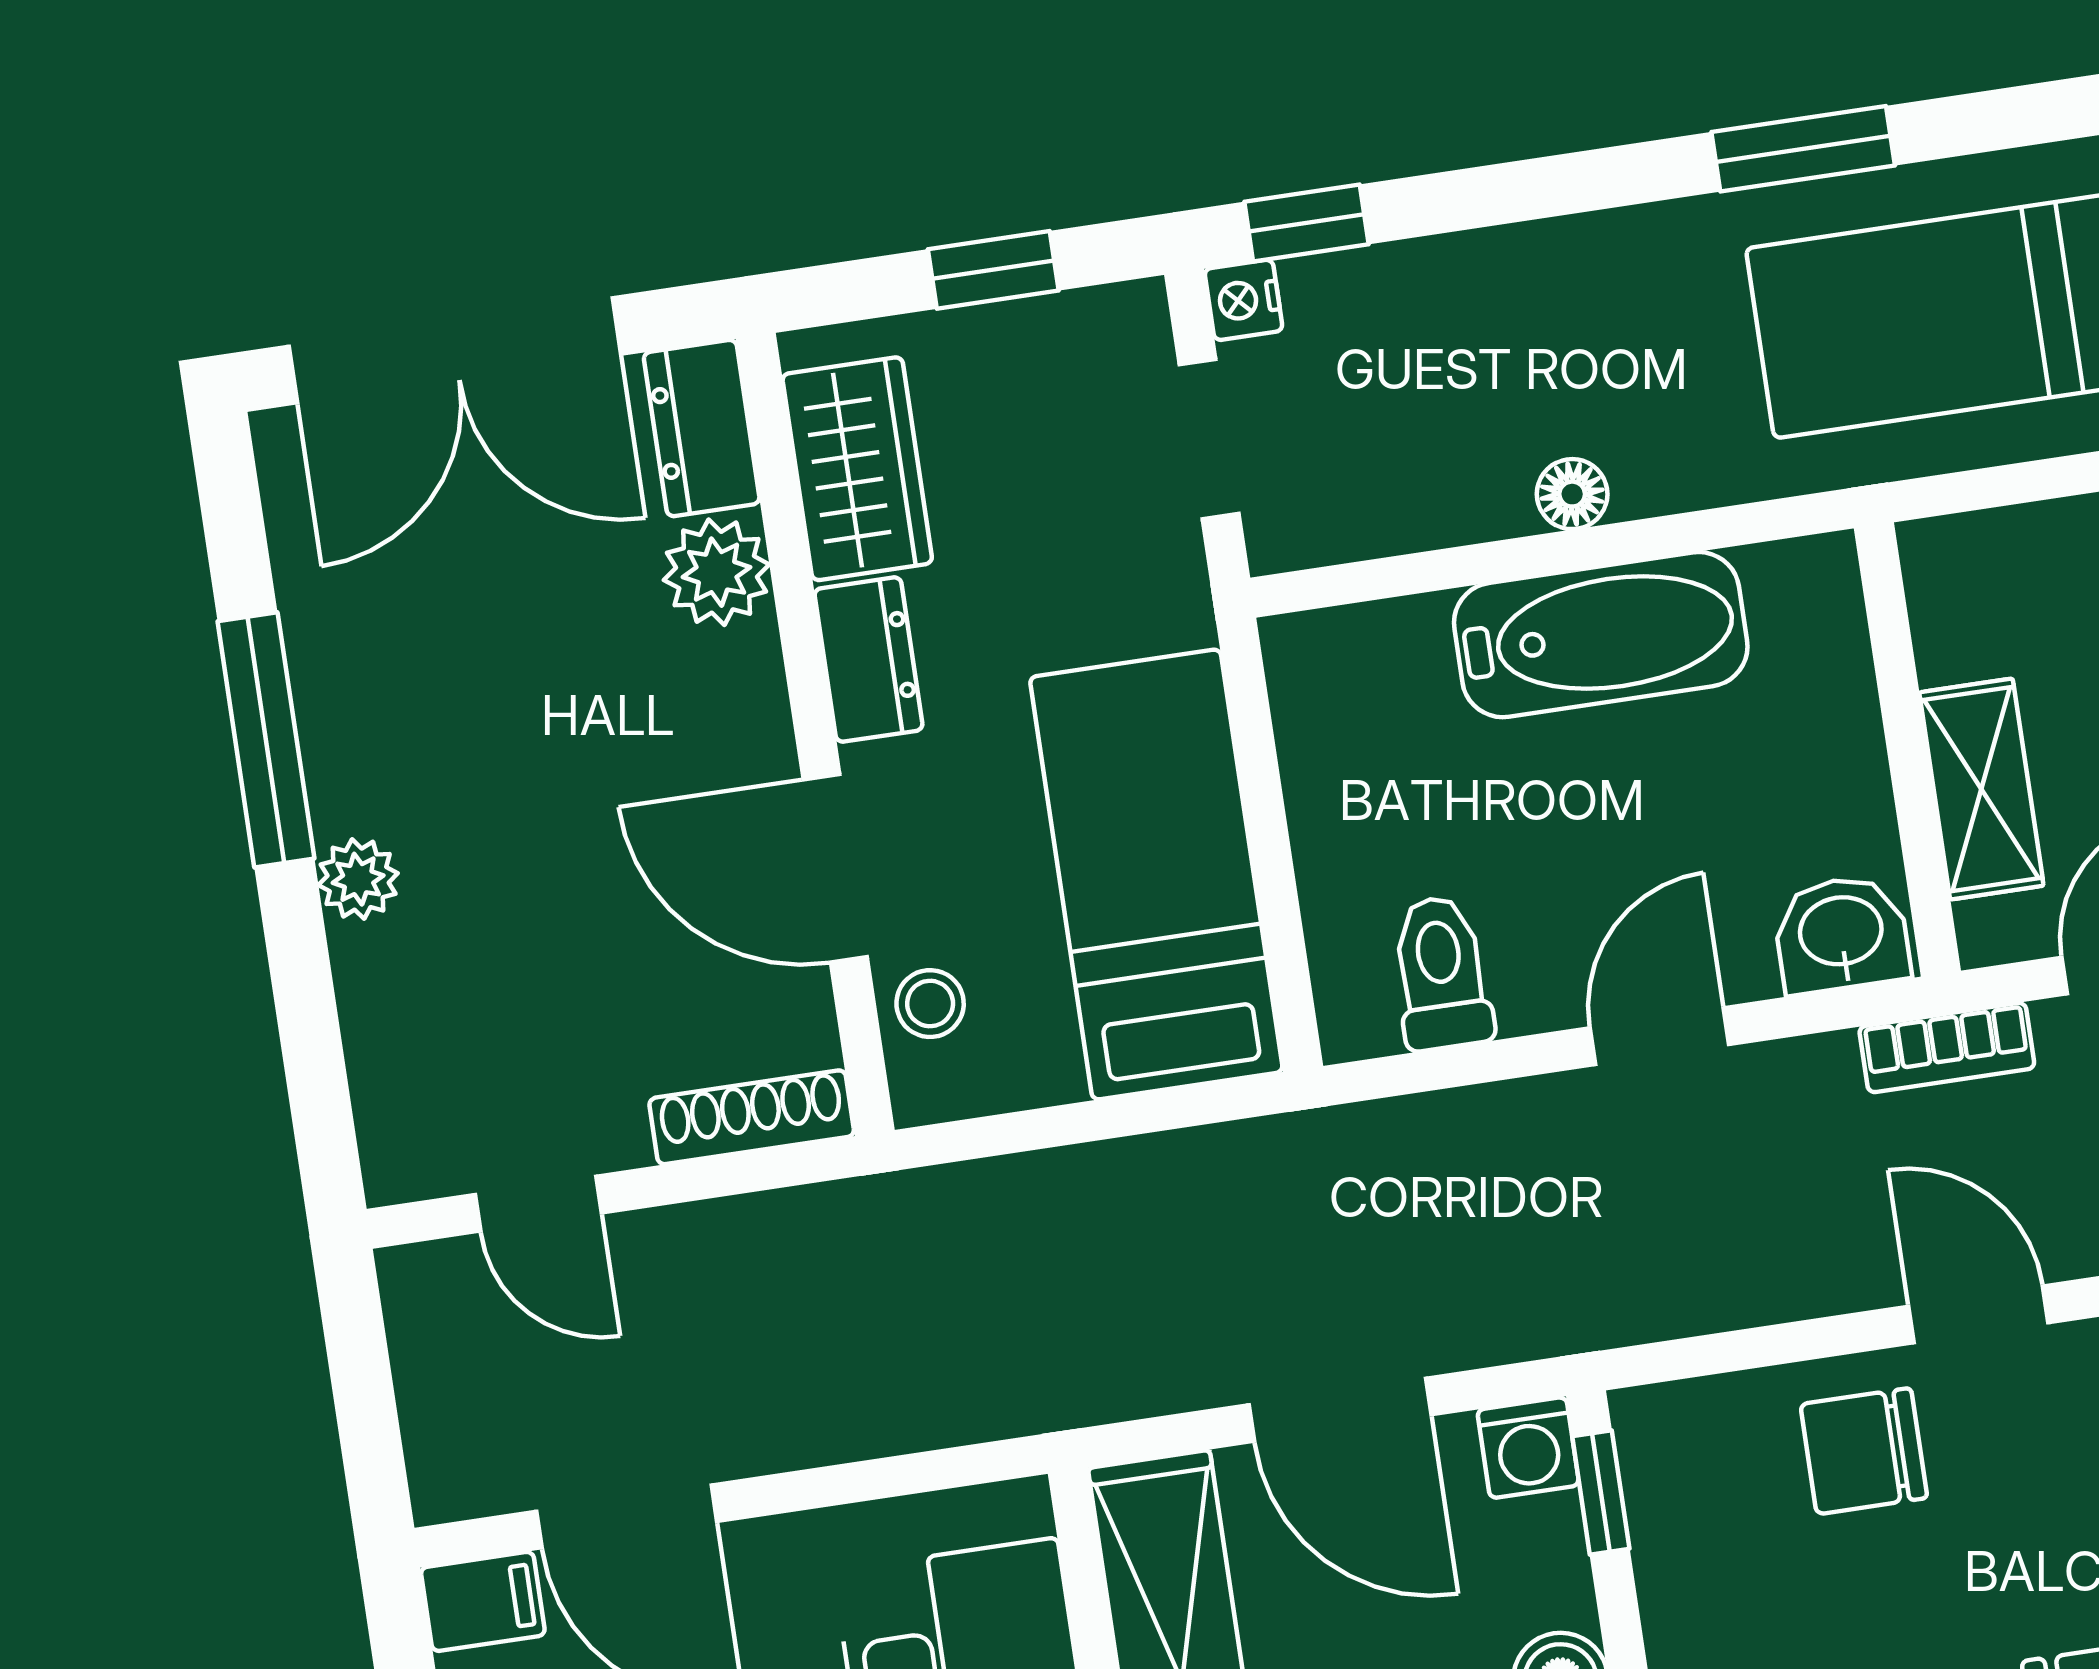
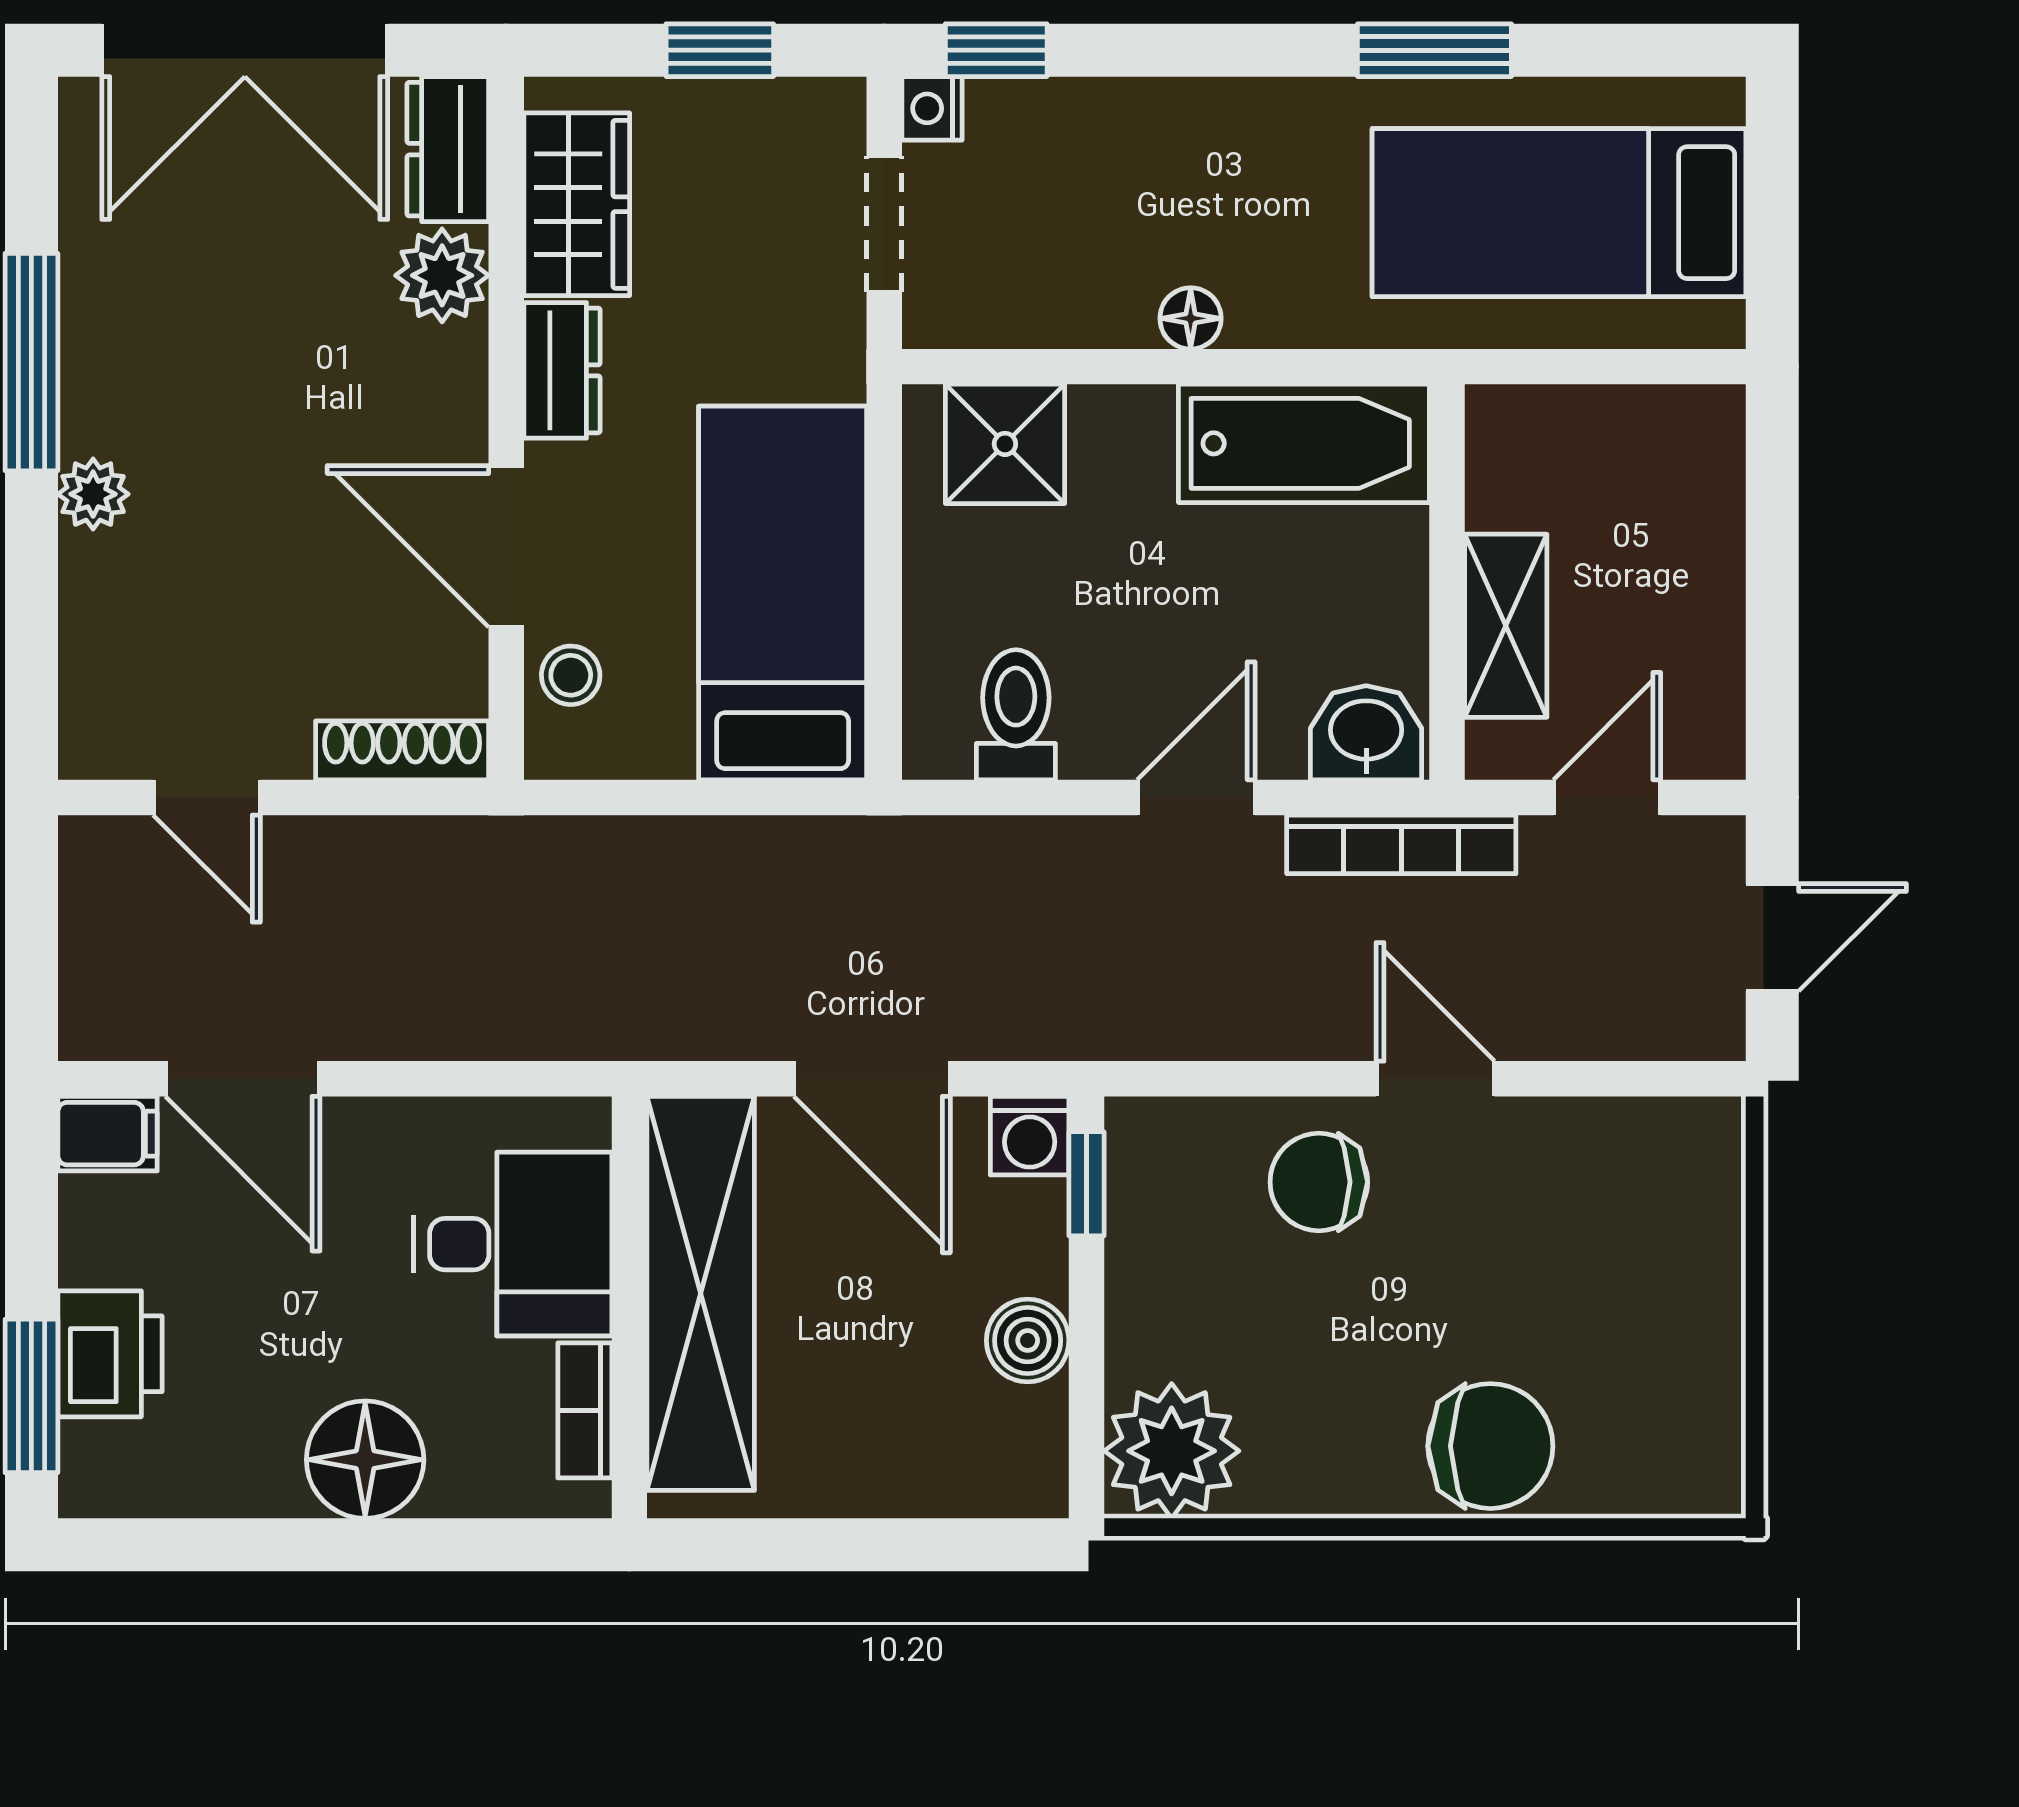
bathtub: (1601, 635) -> (1304, 443), moved
shower: (1383, 668) -> (1005, 444), added
bookcase: (1947, 1048) -> (1401, 844), width x1.56

